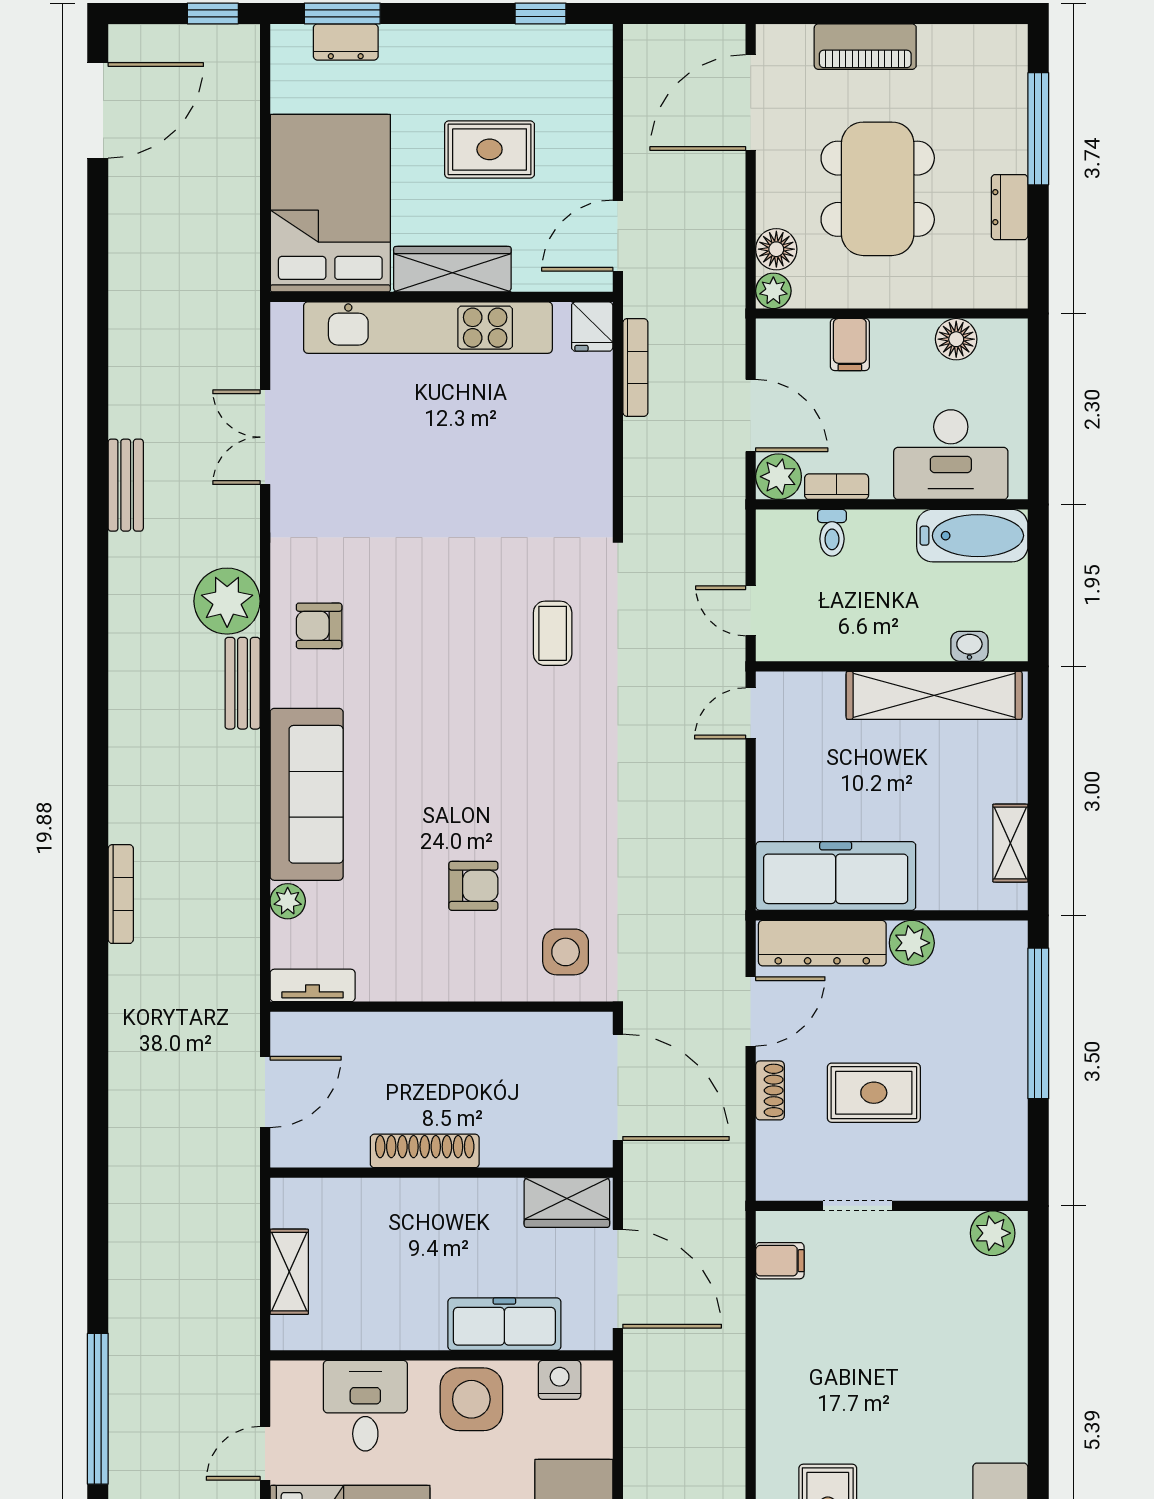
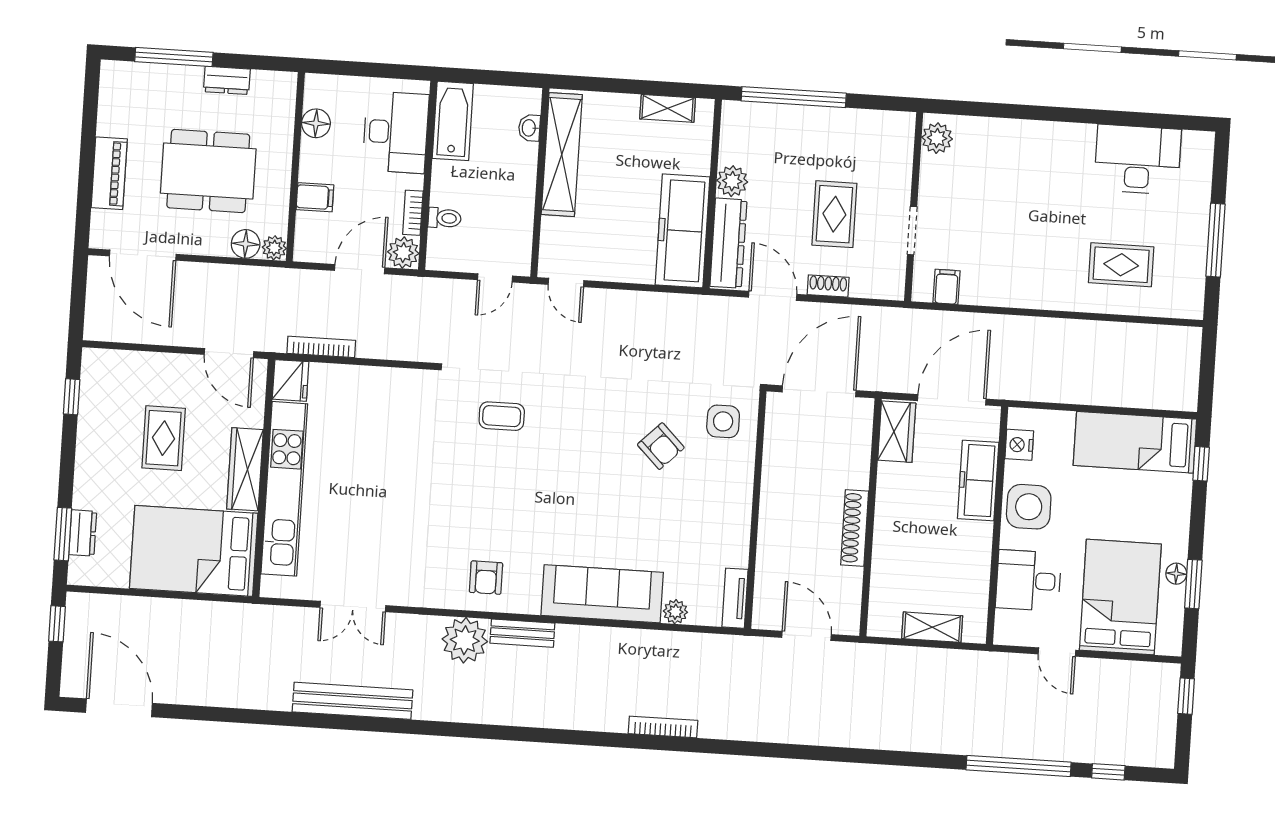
fridge: (592, 327) -> (291, 380), width x1.38
bench: (126, 485) -> (353, 701), width x1.86, depth x1.21
armchair: (473, 886) -> (661, 446), moved, turned 135

